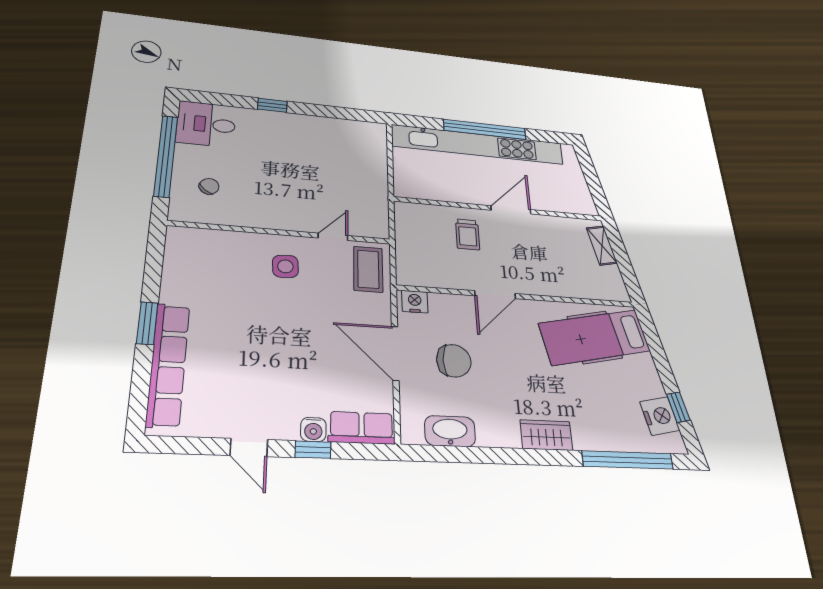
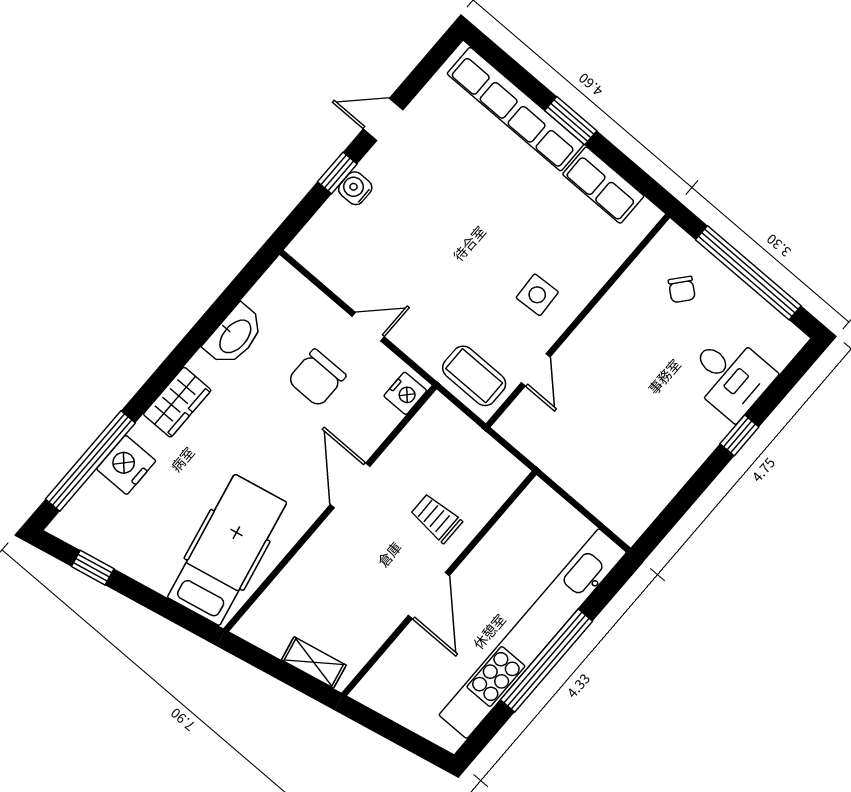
desk: (206, 124) -> (730, 376), moved, turned 90
door: (395, 353) -> (368, 327), width x0.53
nightstand: (660, 416) -> (126, 465), moved, turned 102
row of seats: (362, 428) -> (603, 185), moved, turned 90
washbasin: (450, 431) -> (234, 336), moved

